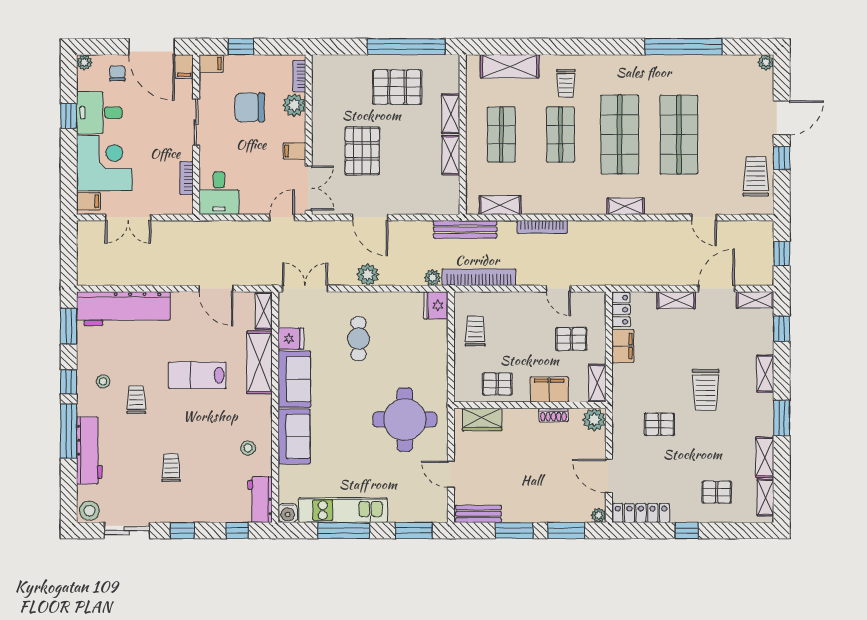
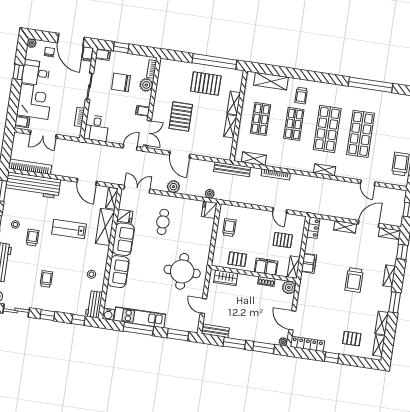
bookcase: (479, 277) -> (30, 167), moved
filing cabinet: (623, 346) -> (309, 263), moved
pallet: (659, 424) -> (325, 296), removed

